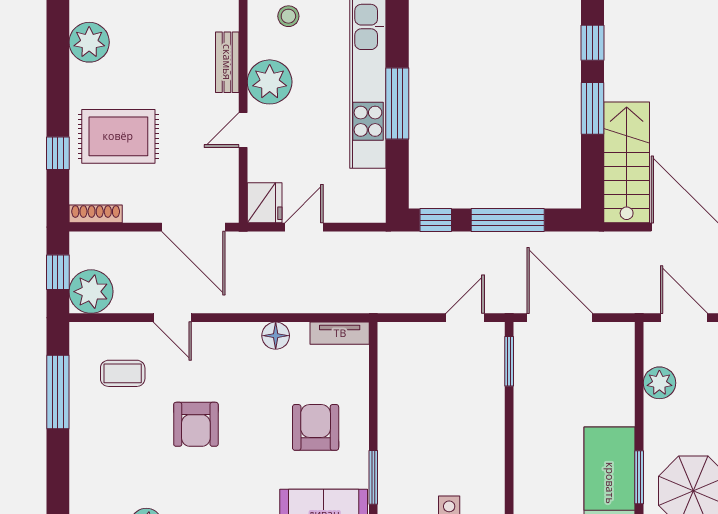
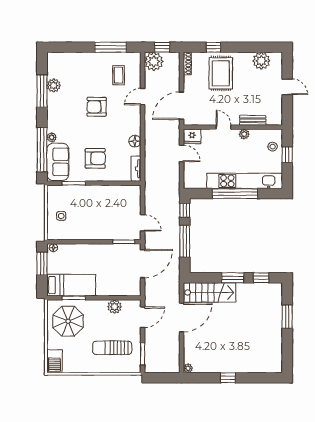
plant: (270, 82) -> (244, 134), width x0.53, depth x0.53
window: (397, 104) -> (235, 194), width x1.46

